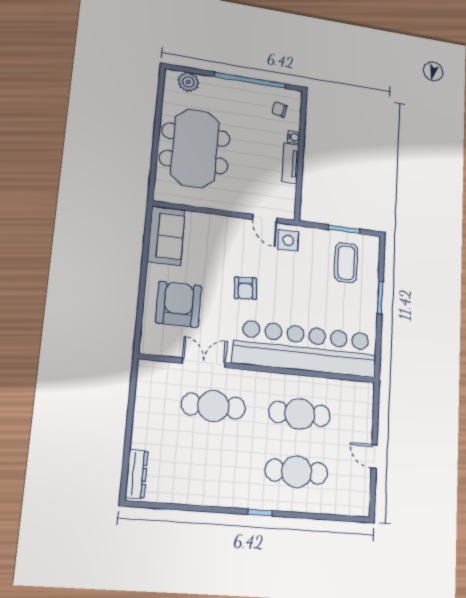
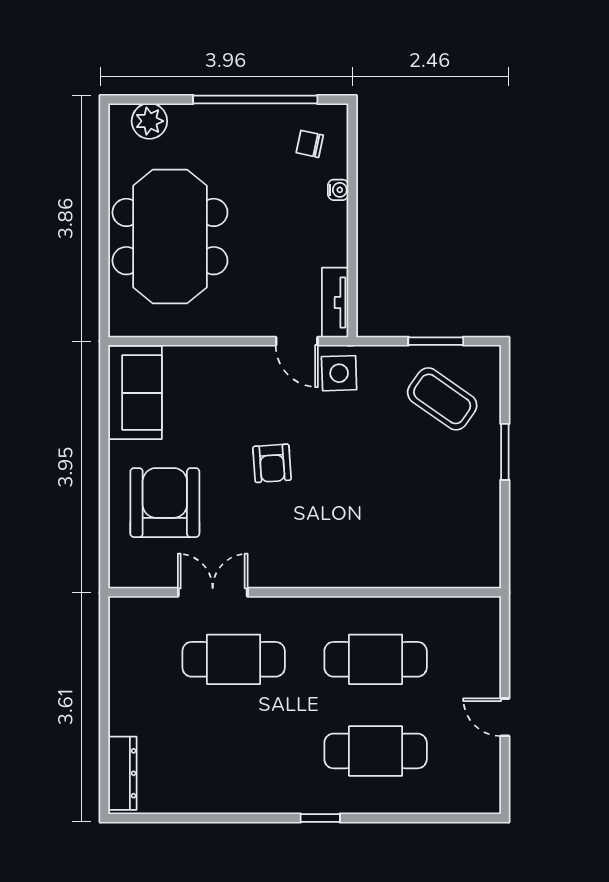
tv unit: (291, 163) -> (335, 302), moved
coffee table: (346, 263) -> (442, 399), turned -55
bar counter: (306, 349) -> (380, 552), removed

